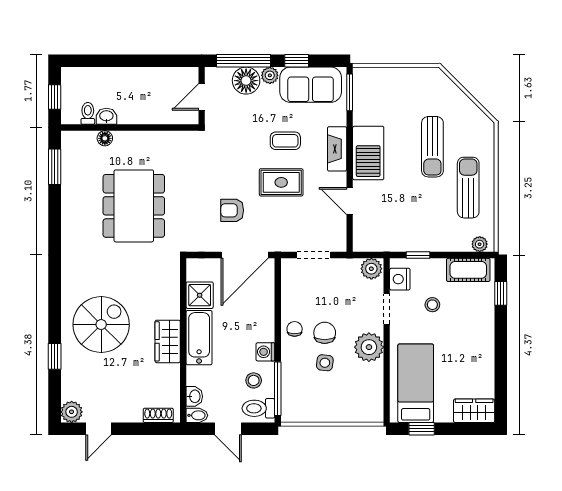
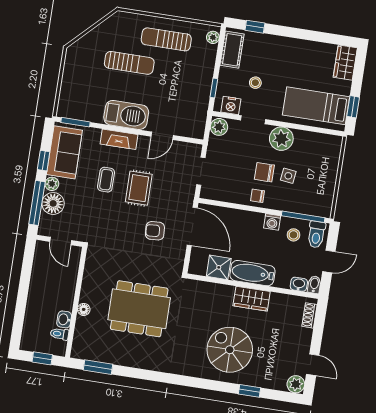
floor lamp: (105, 138) -> (84, 309), moved
armchair: (232, 210) -> (155, 231), turned 86

